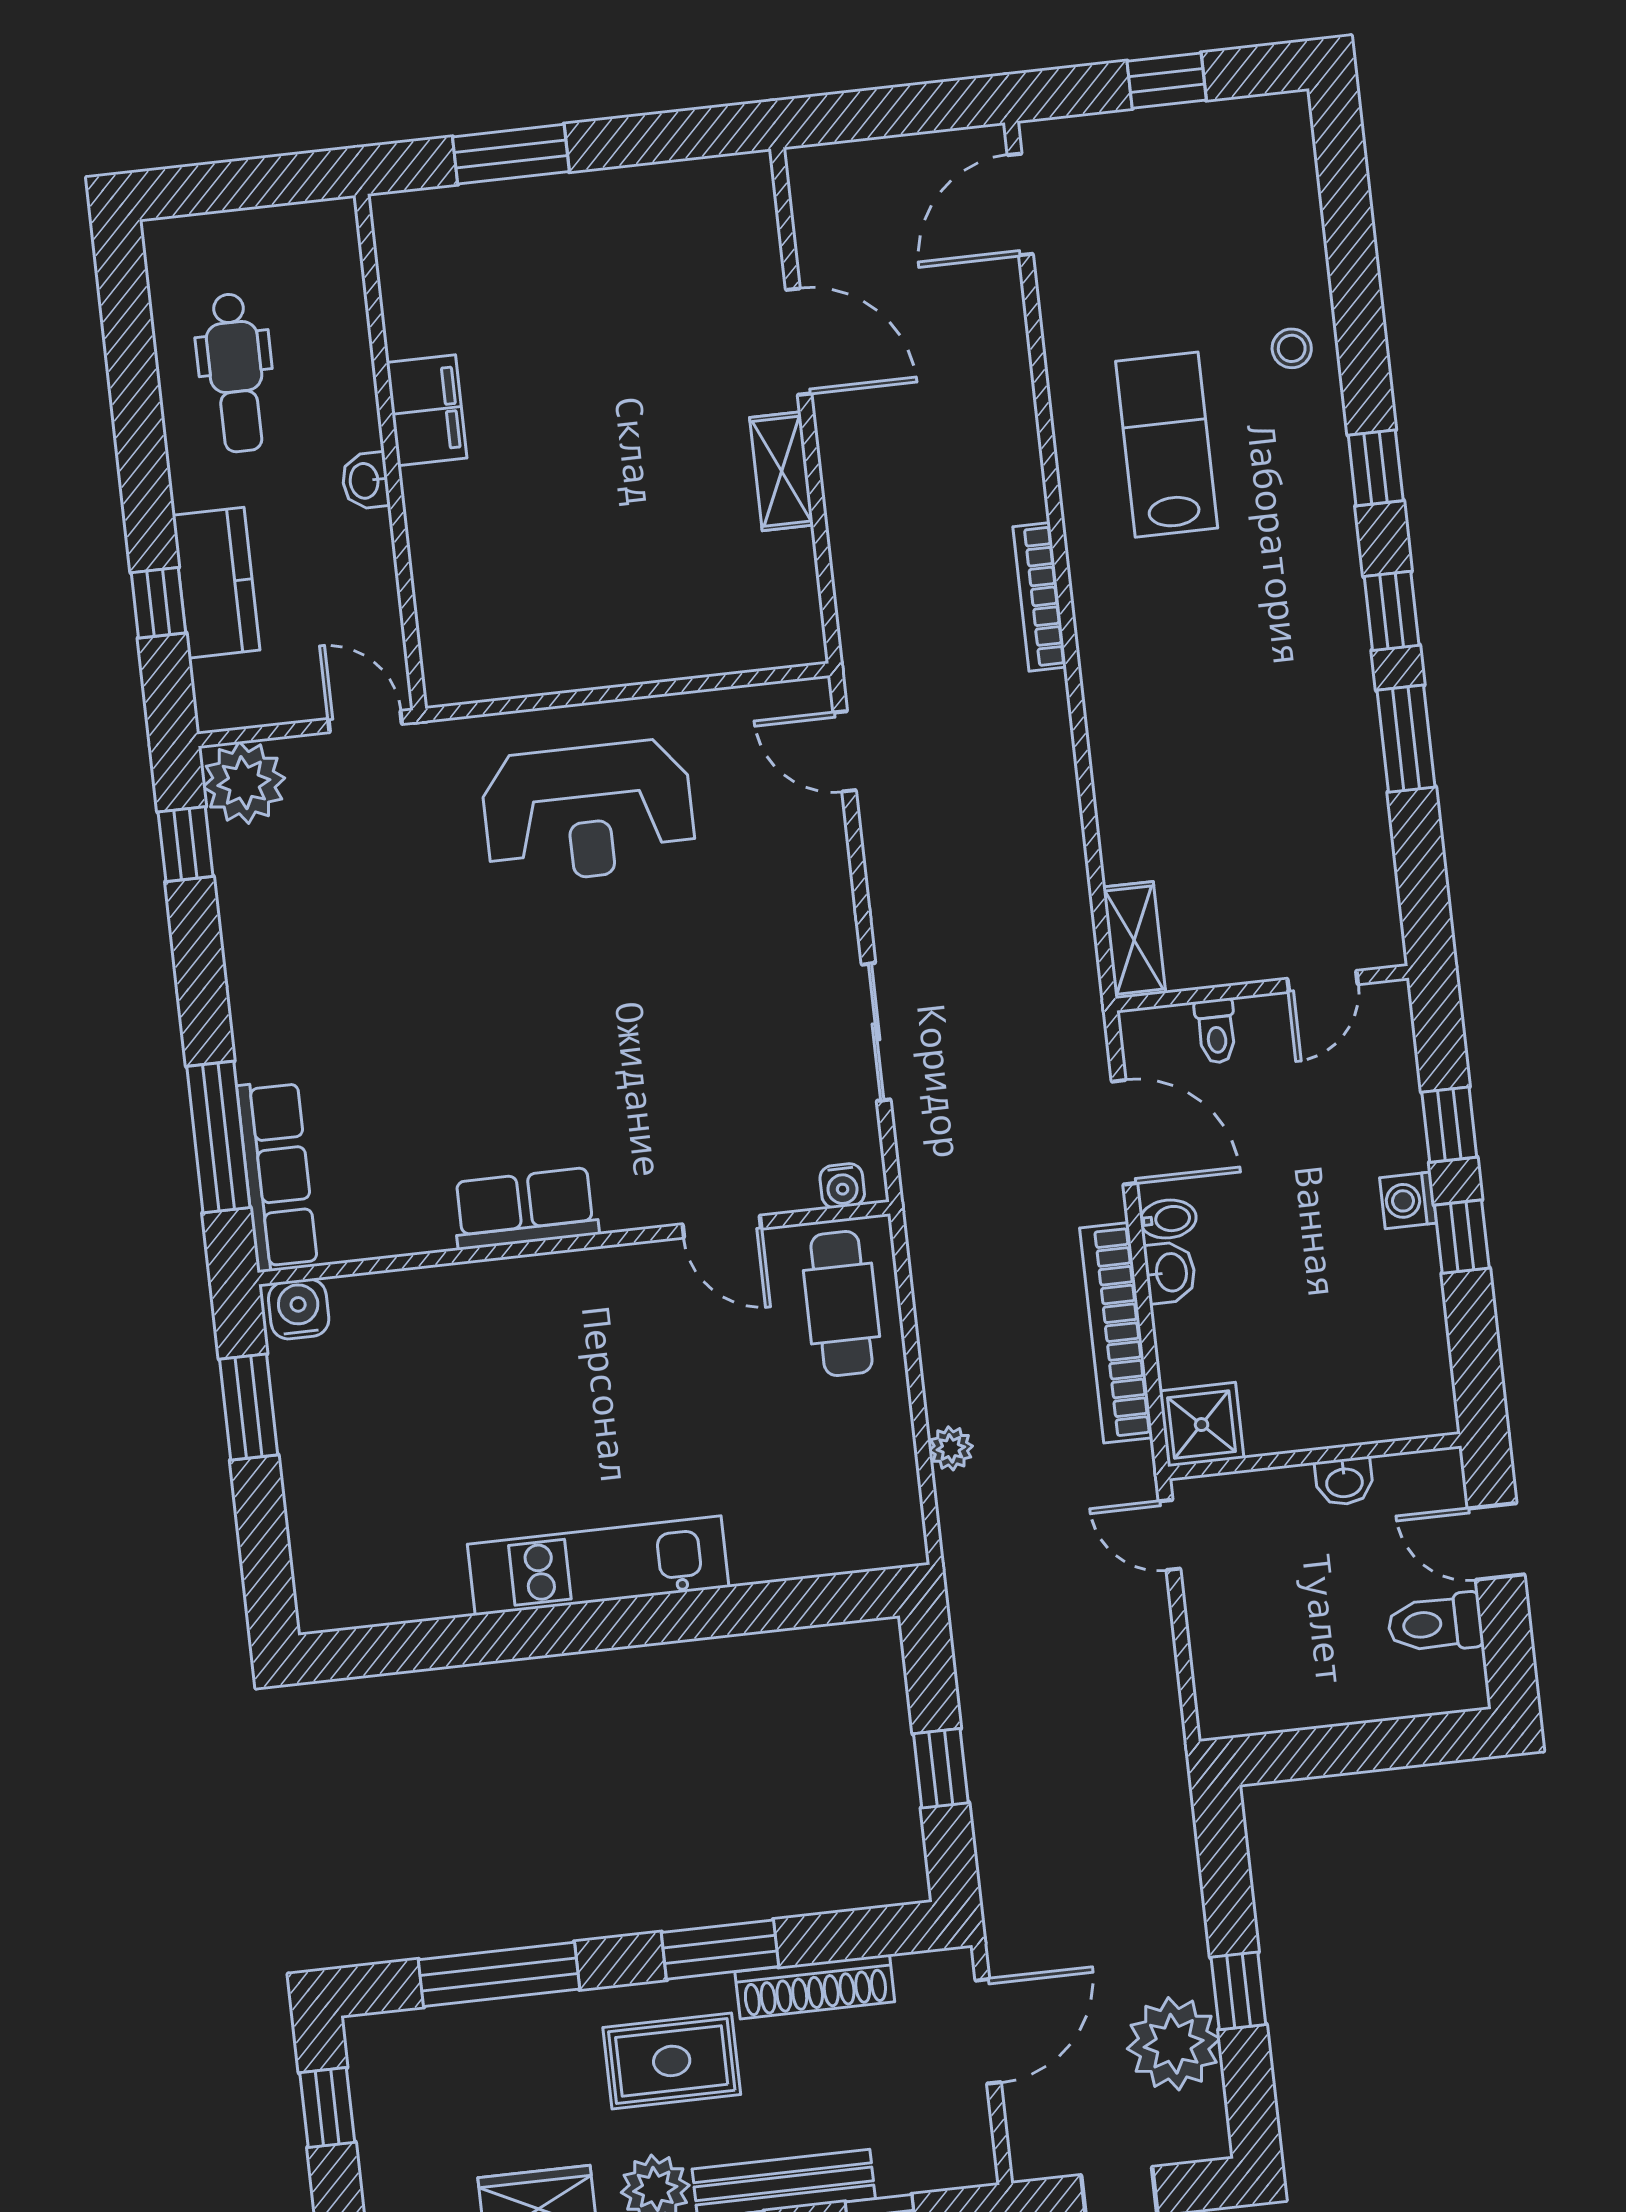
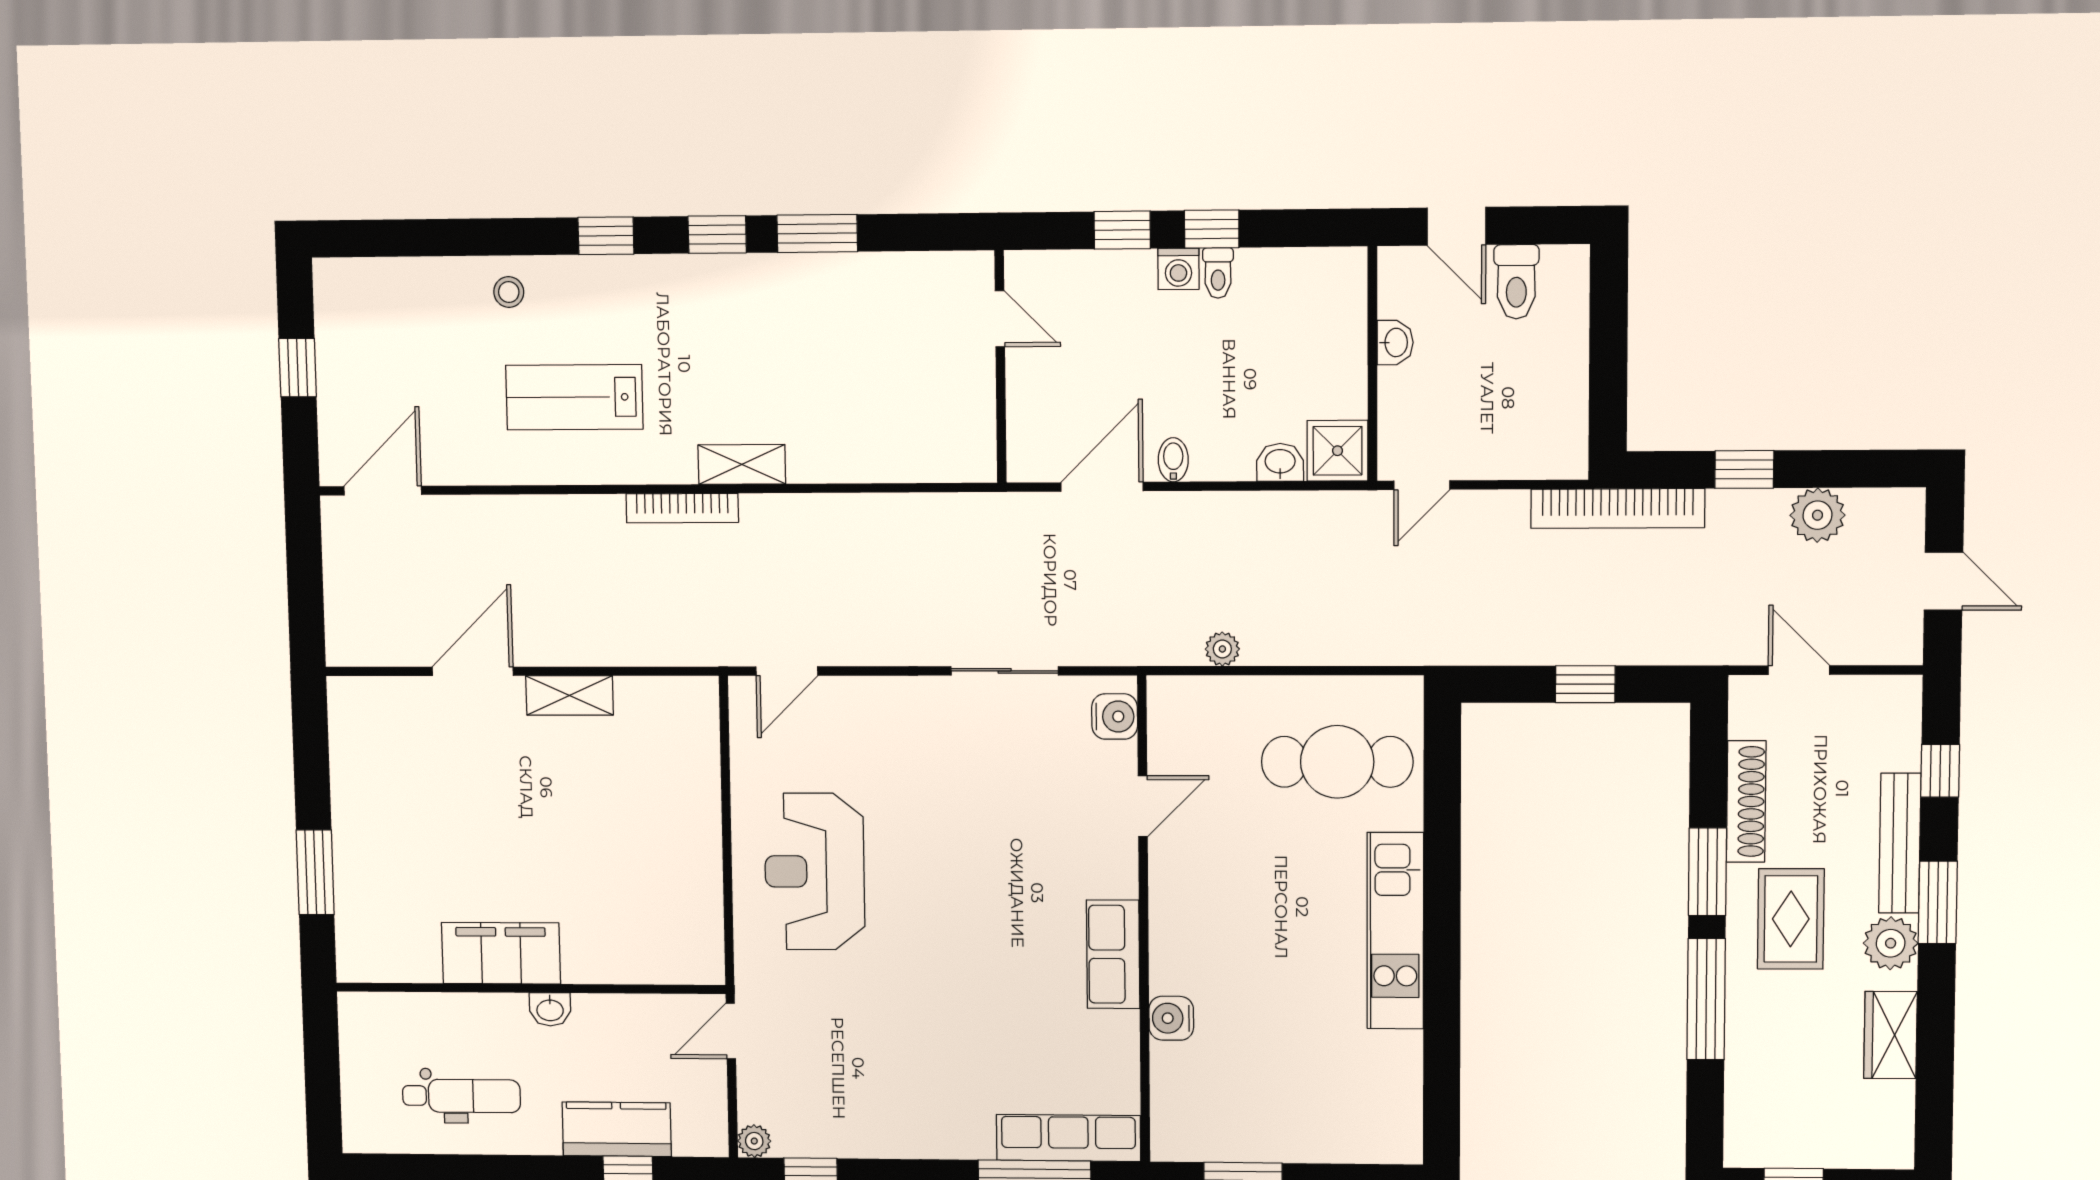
door: (1020, 205) -> (383, 491), swing flipped
filing cabinet: (427, 410) -> (501, 953), width x1.50, depth x1.17
plant: (244, 783) -> (754, 1141), width x0.53, depth x0.53
reception desk: (588, 812) -> (815, 872), turned 180
shelving: (1134, 940) -> (742, 464), moved
toilet: (1216, 1031) -> (1218, 273), moved, turned 90
water cooler: (842, 1186) -> (1115, 717), width x1.38, depth x1.38
washbasin: (1170, 1272) -> (1280, 462), moved
cafe table: (841, 1304) -> (1337, 762), moved, width x1.37, depth x1.35
water cooler: (299, 1309) -> (1171, 1018), moved
bookcase: (1116, 1333) -> (1618, 508), moved
plant: (951, 1448) -> (1222, 649), moved
door: (1496, 1541) -> (1456, 226), hinge flipped
window: (499, 1974) -> (1706, 999), moved
window: (1238, 1991) -> (1744, 469), moved
door: (988, 2031) -> (1799, 670), width x0.73
plant: (1174, 2044) -> (1817, 515), width x0.73, depth x0.73

